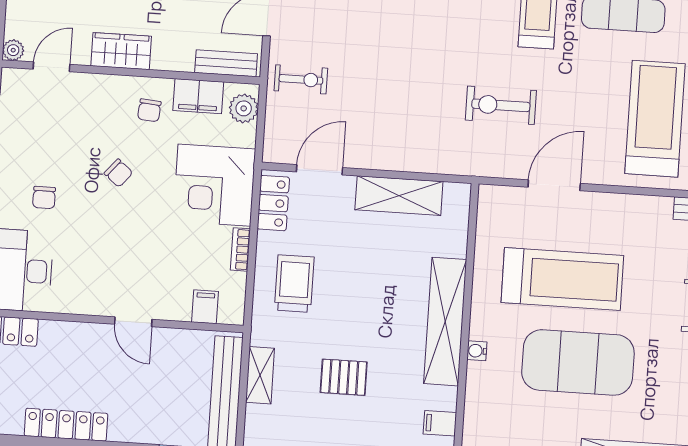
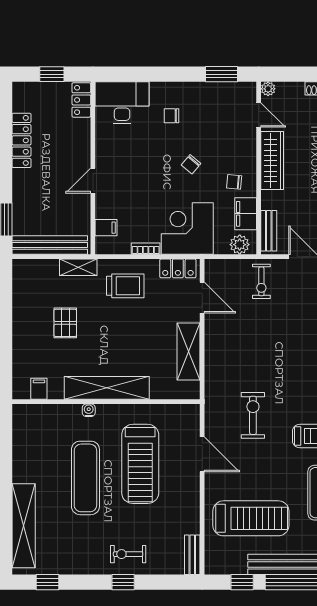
wardrobe: (121, 51) -> (272, 161), width x1.50
exercise mat: (578, 362) -> (85, 478), width x0.68
shelving: (260, 375) -> (78, 267), moved

